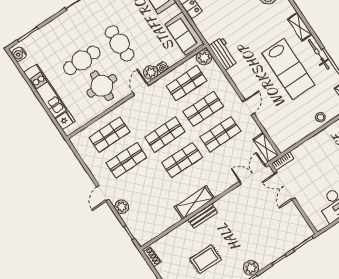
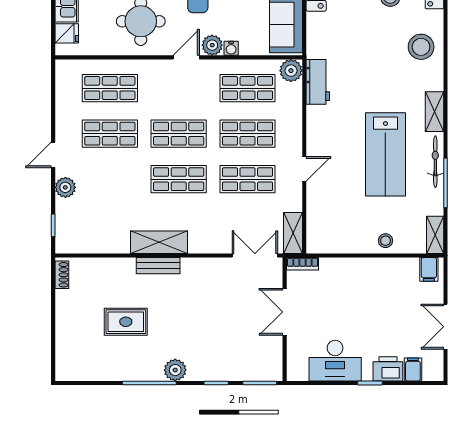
double door: (285, 186) -> (285, 312), moved

